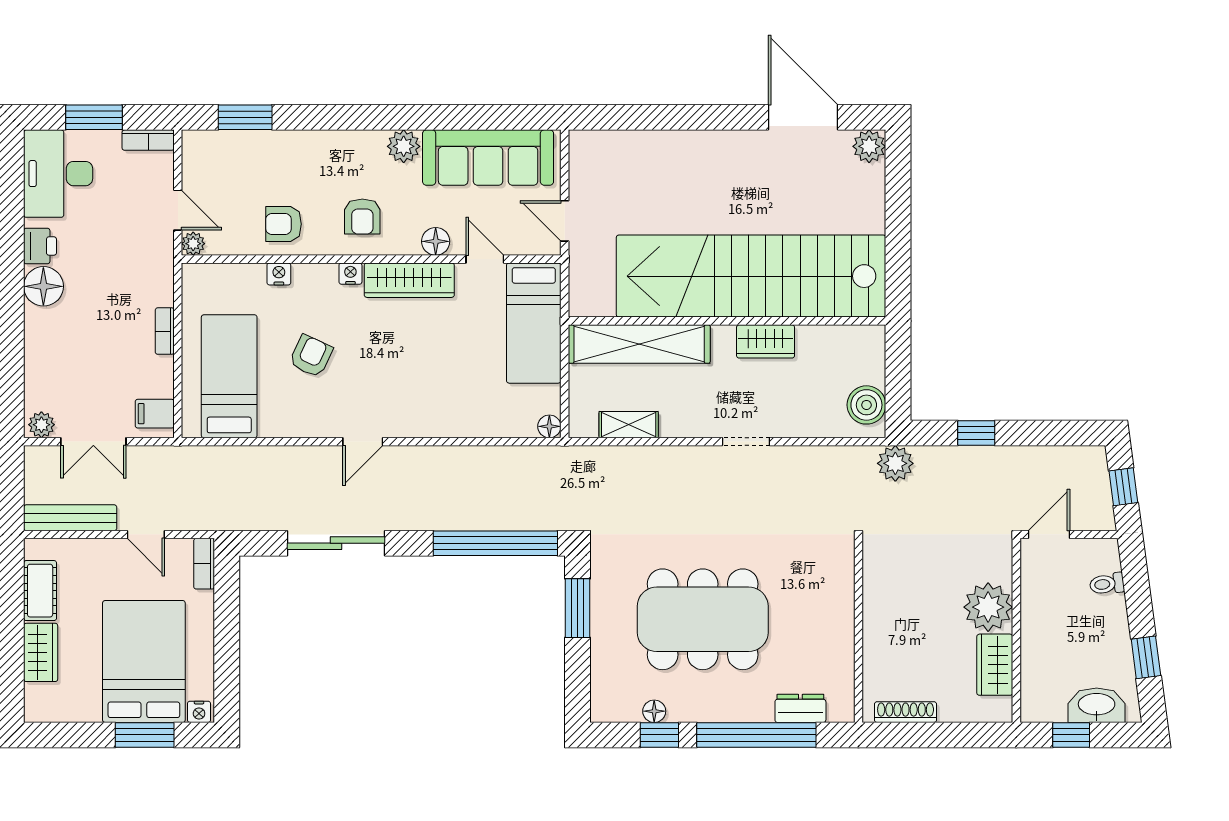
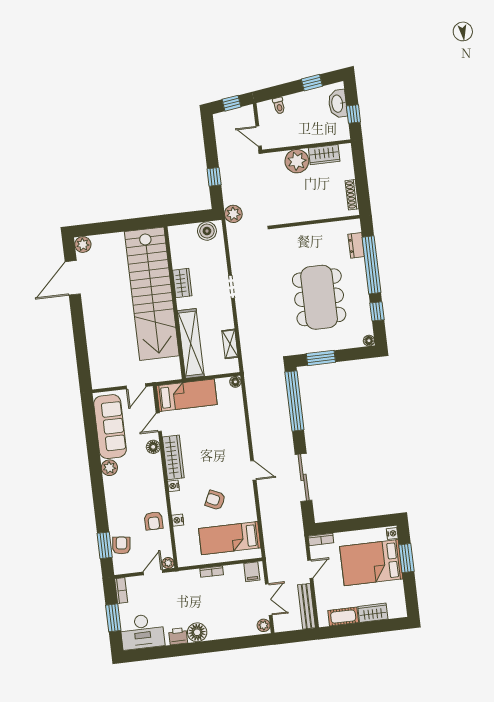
armchair: (362, 217) -> (121, 545), moved, turned -83
floor lamp: (654, 711) -> (369, 341), moved

